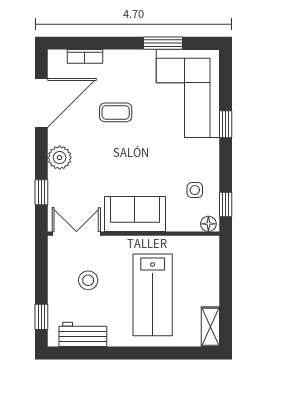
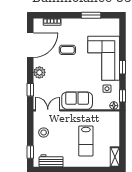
corner sofa: (188, 93) -> (104, 58), moved
window: (226, 124) -> (122, 67), moved
stool: (88, 280) -> (44, 132), moved
lab bench: (153, 295) -> (86, 141), width x0.73, depth x0.72

